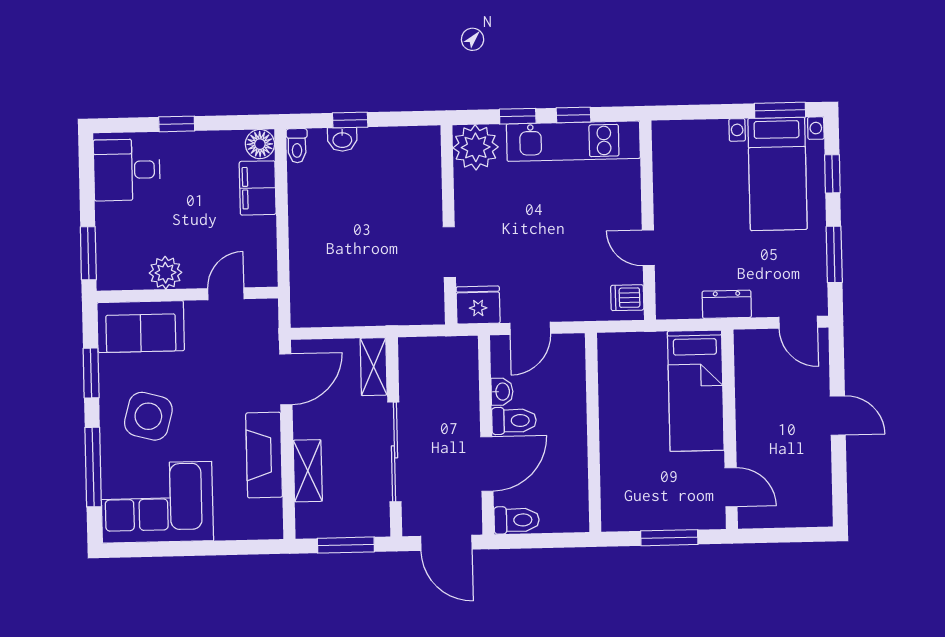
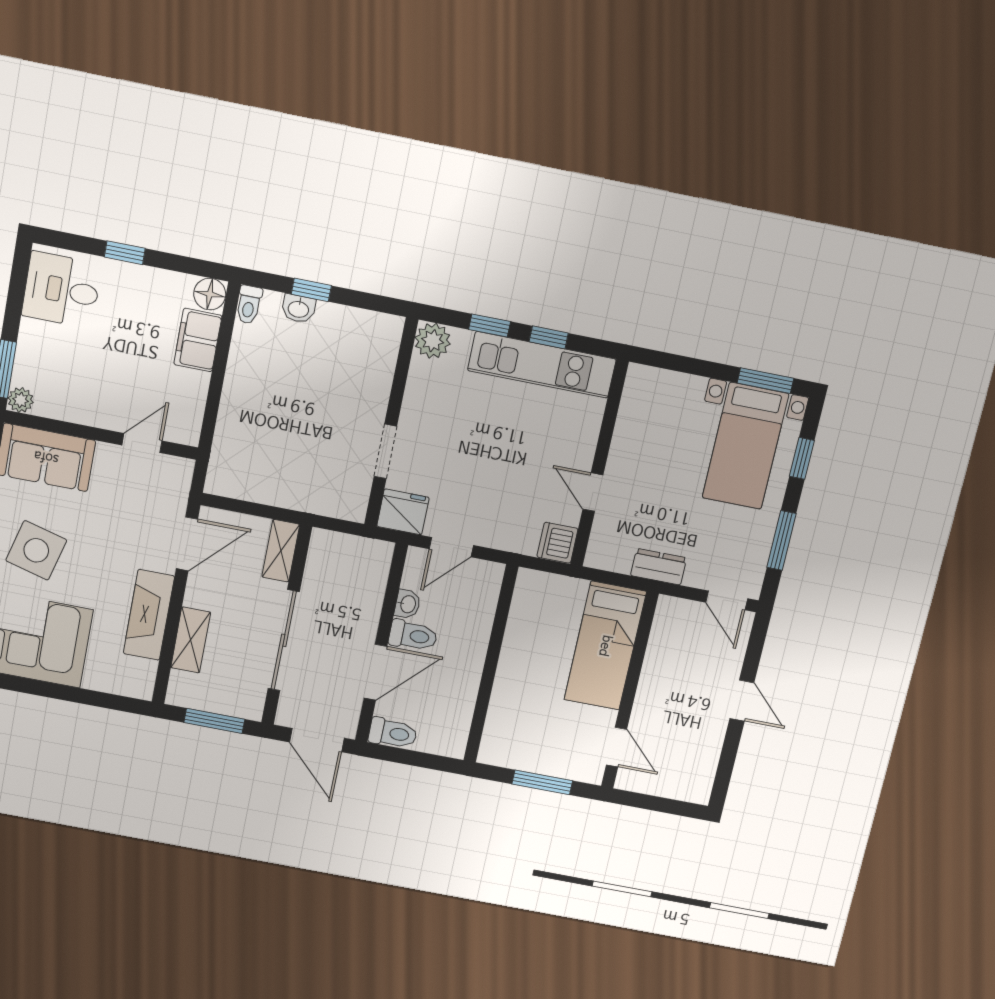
plant: (476, 147) -> (433, 341), width x0.73, depth x0.73
plant: (165, 273) -> (21, 400), moved, width x0.73, depth x0.73
dishwasher: (627, 298) -> (557, 543), width x1.38

